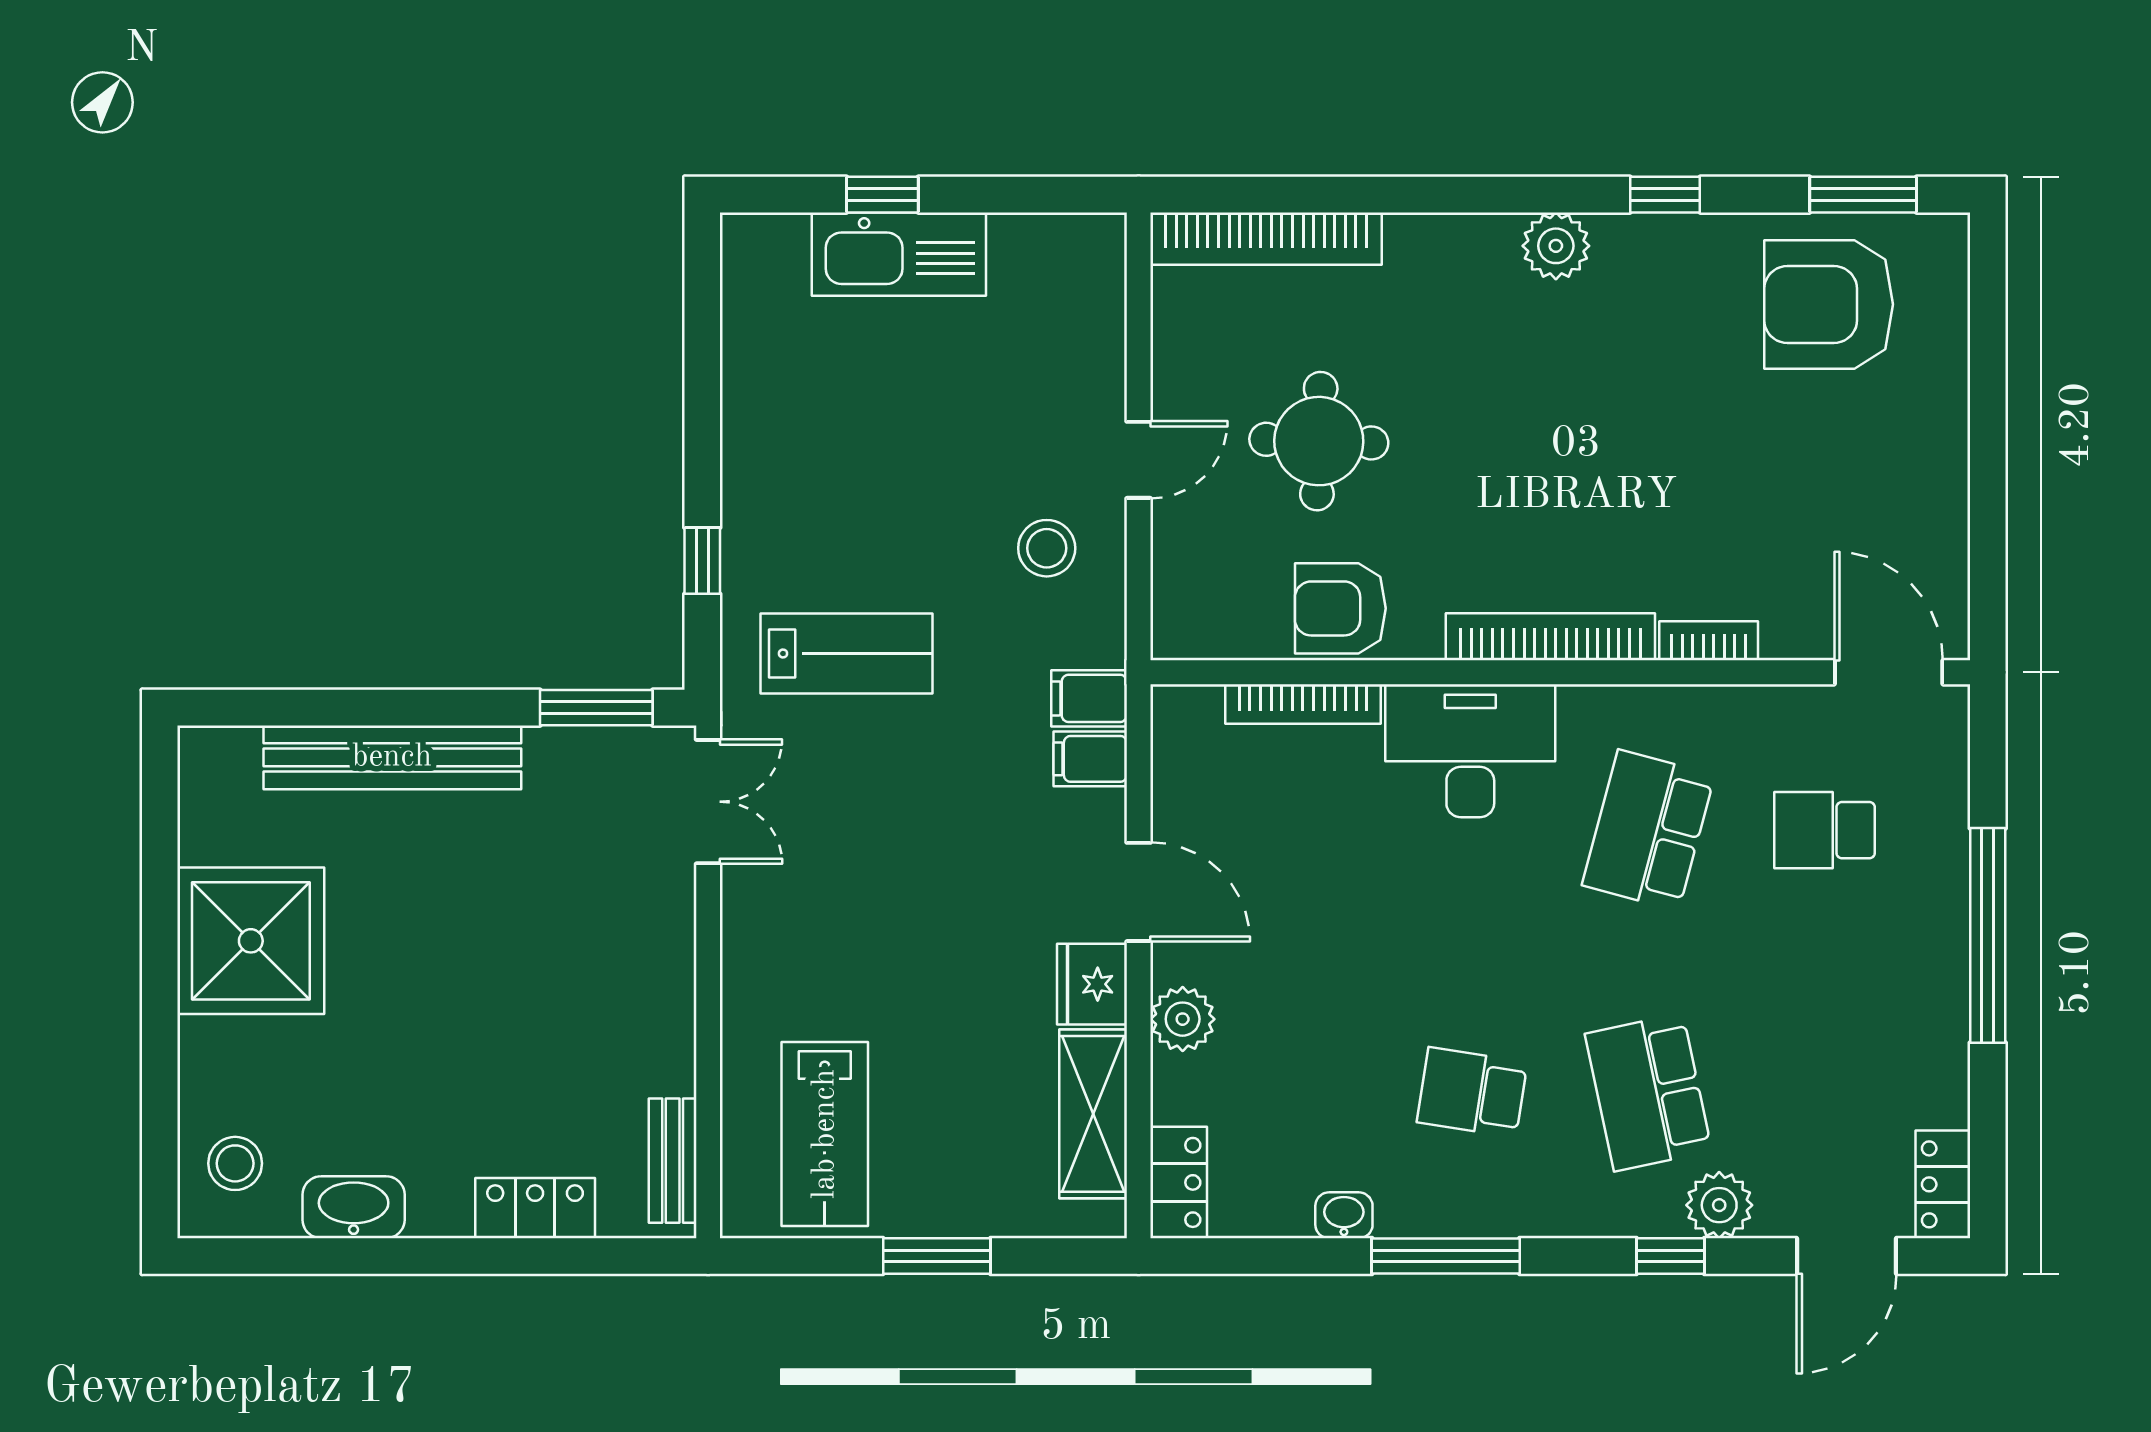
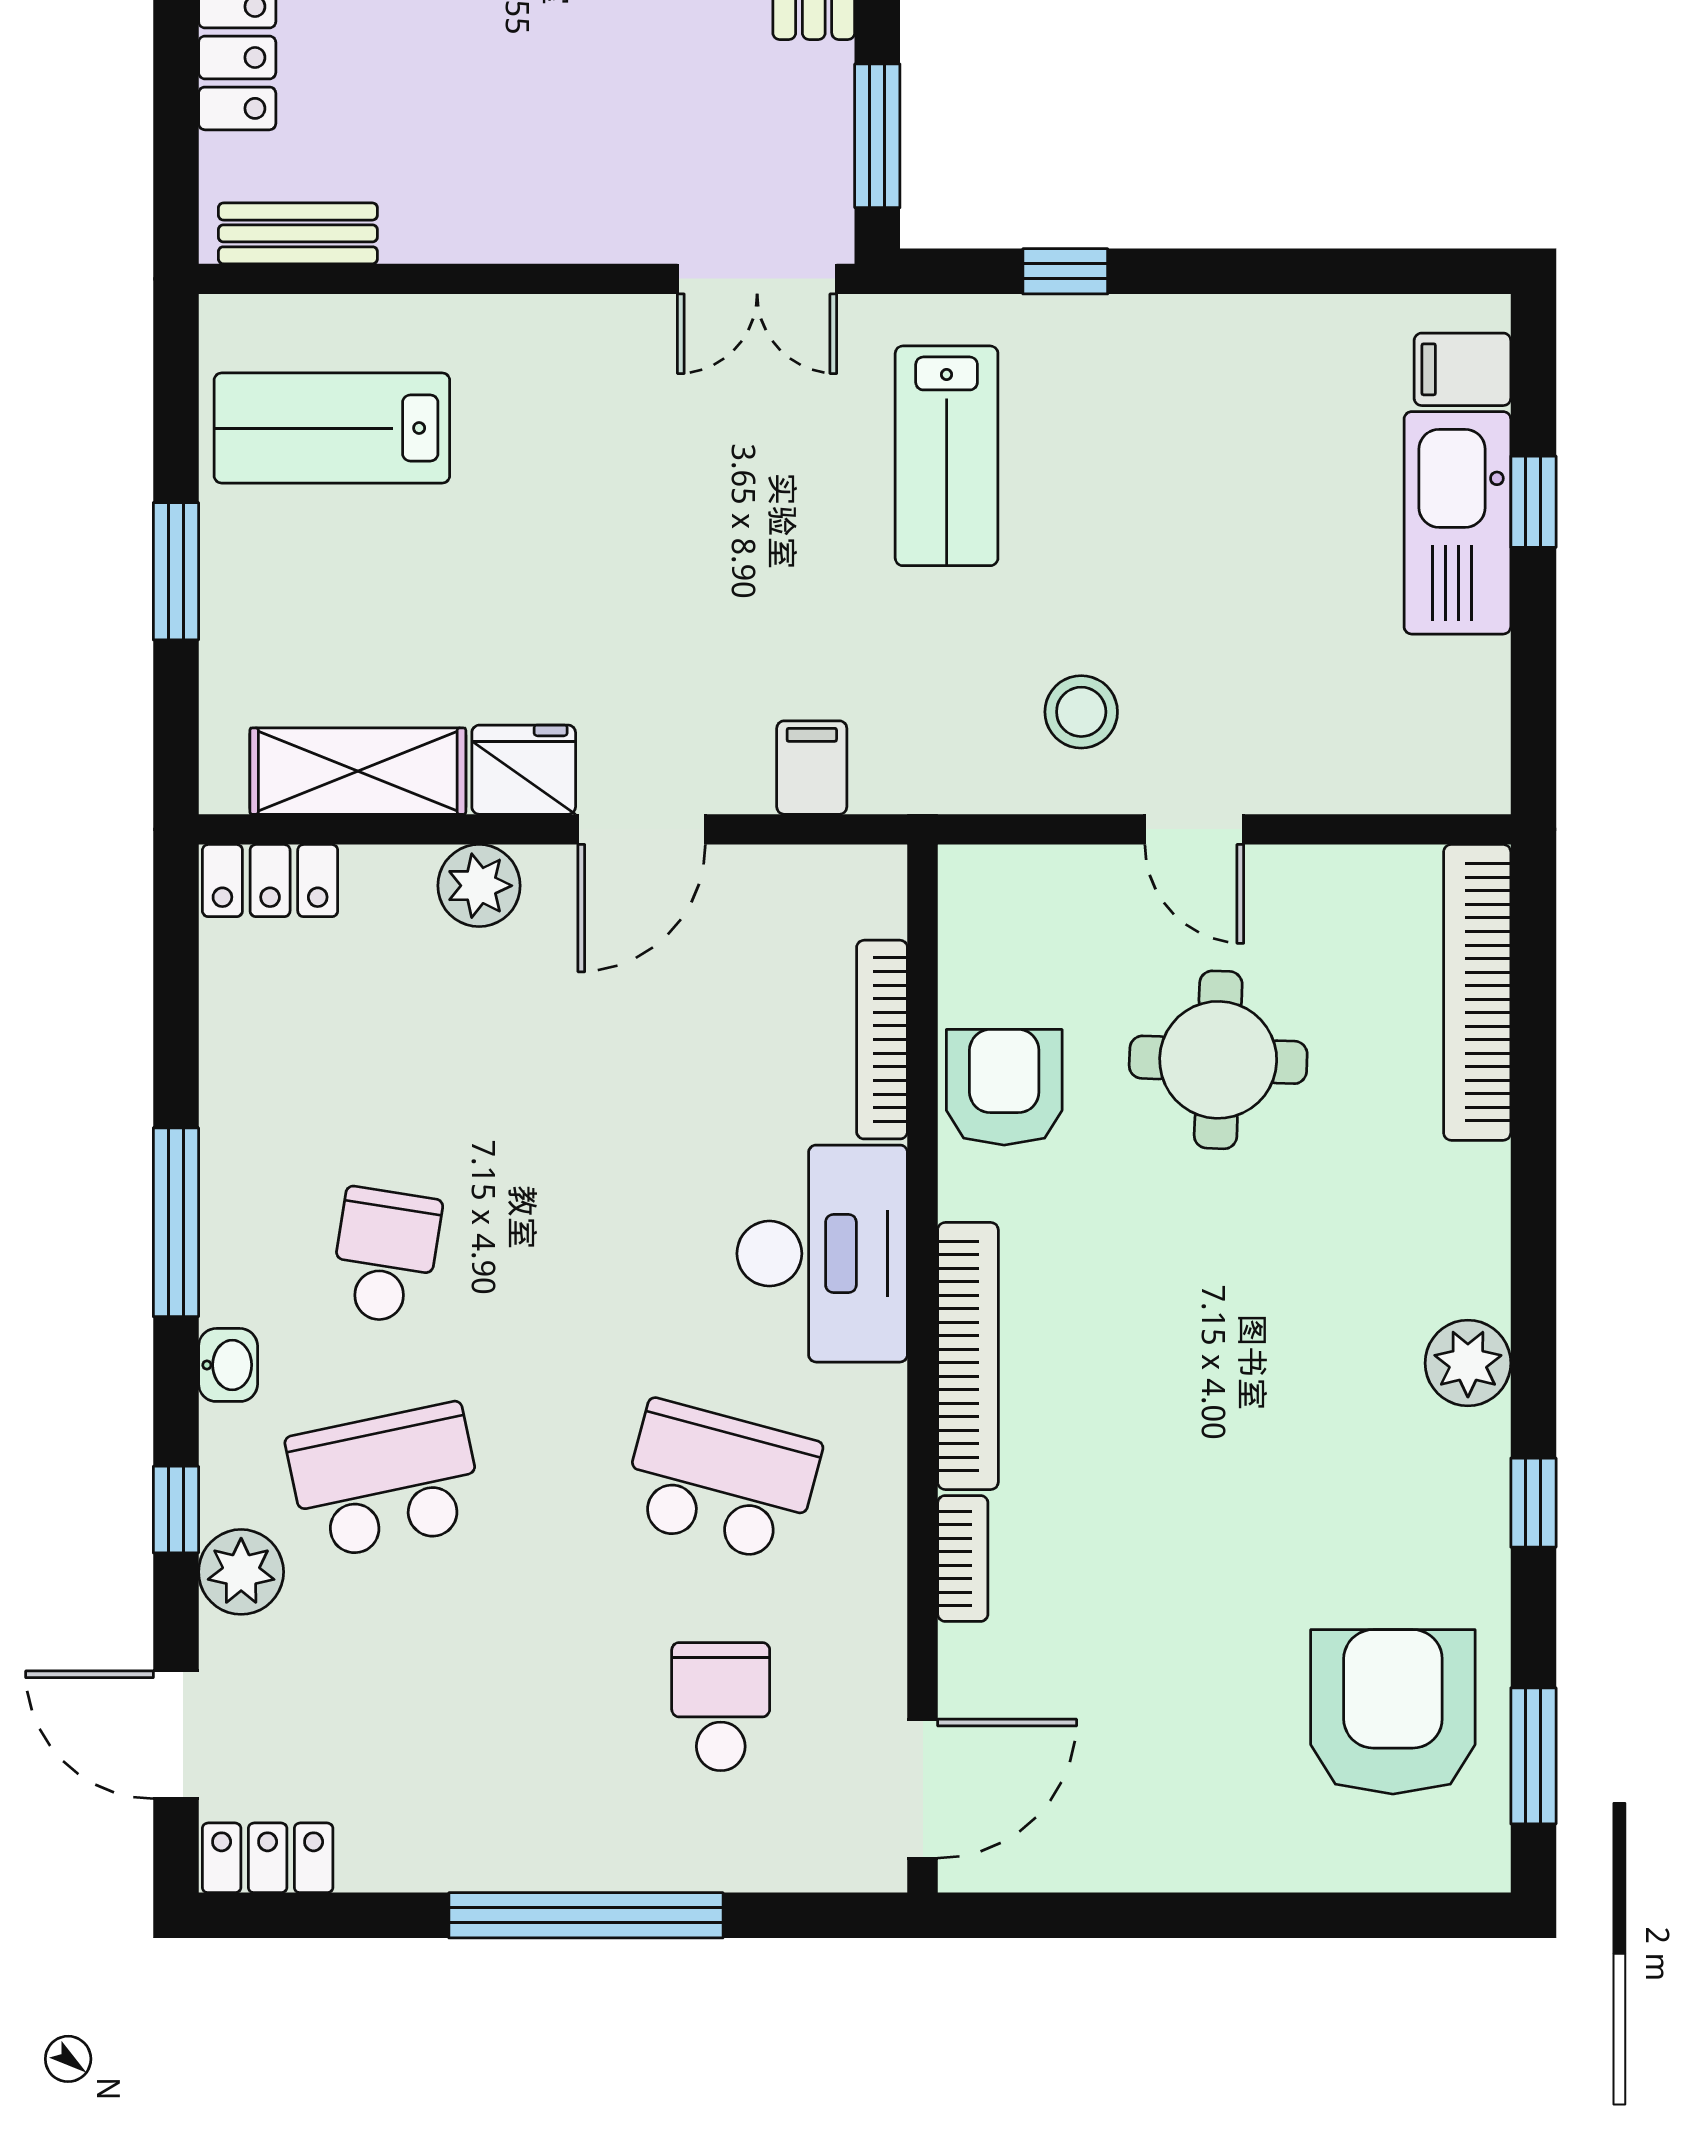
filing cabinet: (1089, 698) -> (1462, 369), moved, turned -90
washbasin: (1344, 1215) -> (228, 1365), moved

